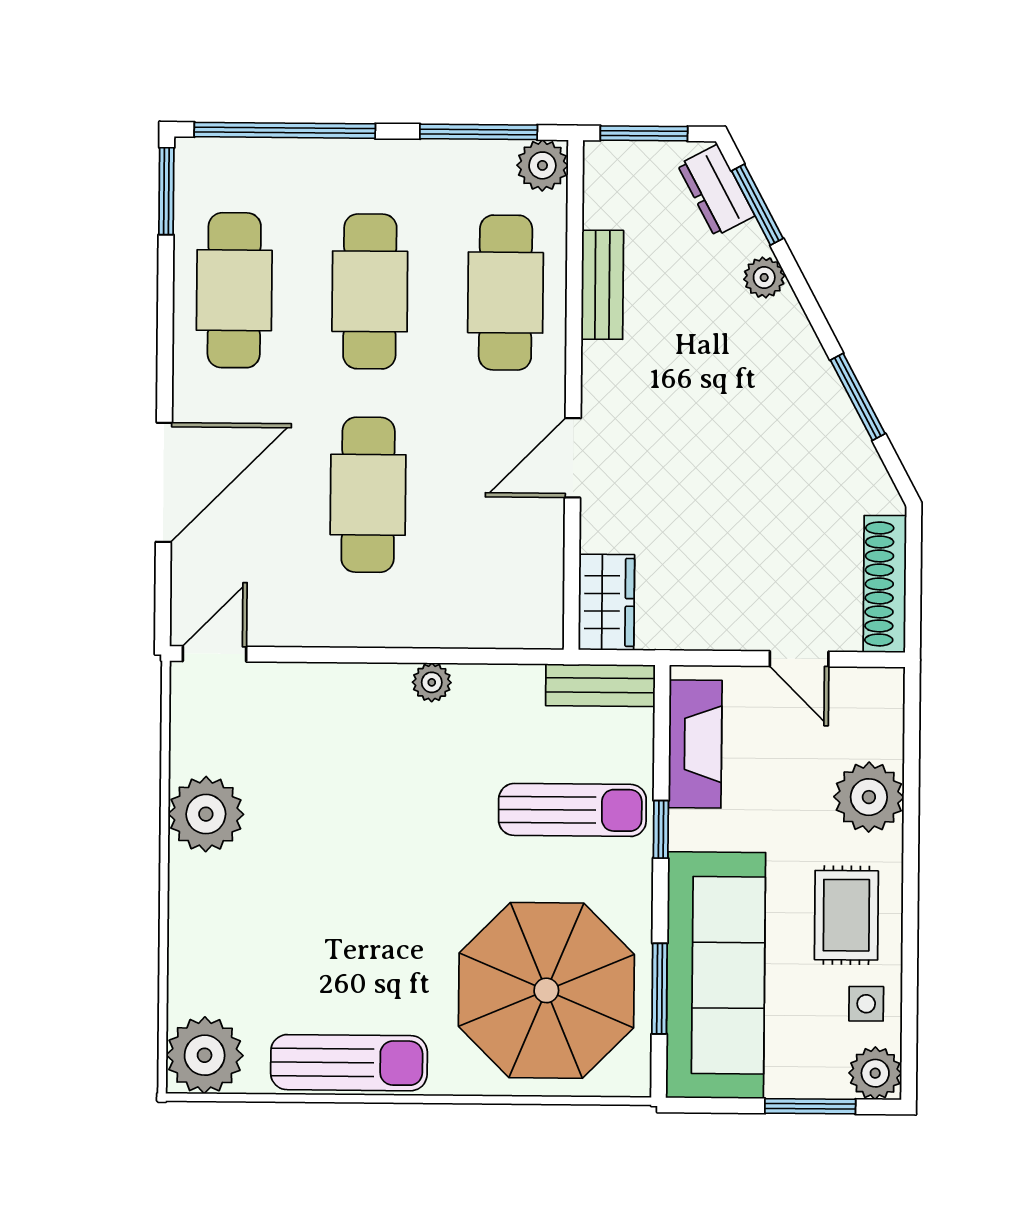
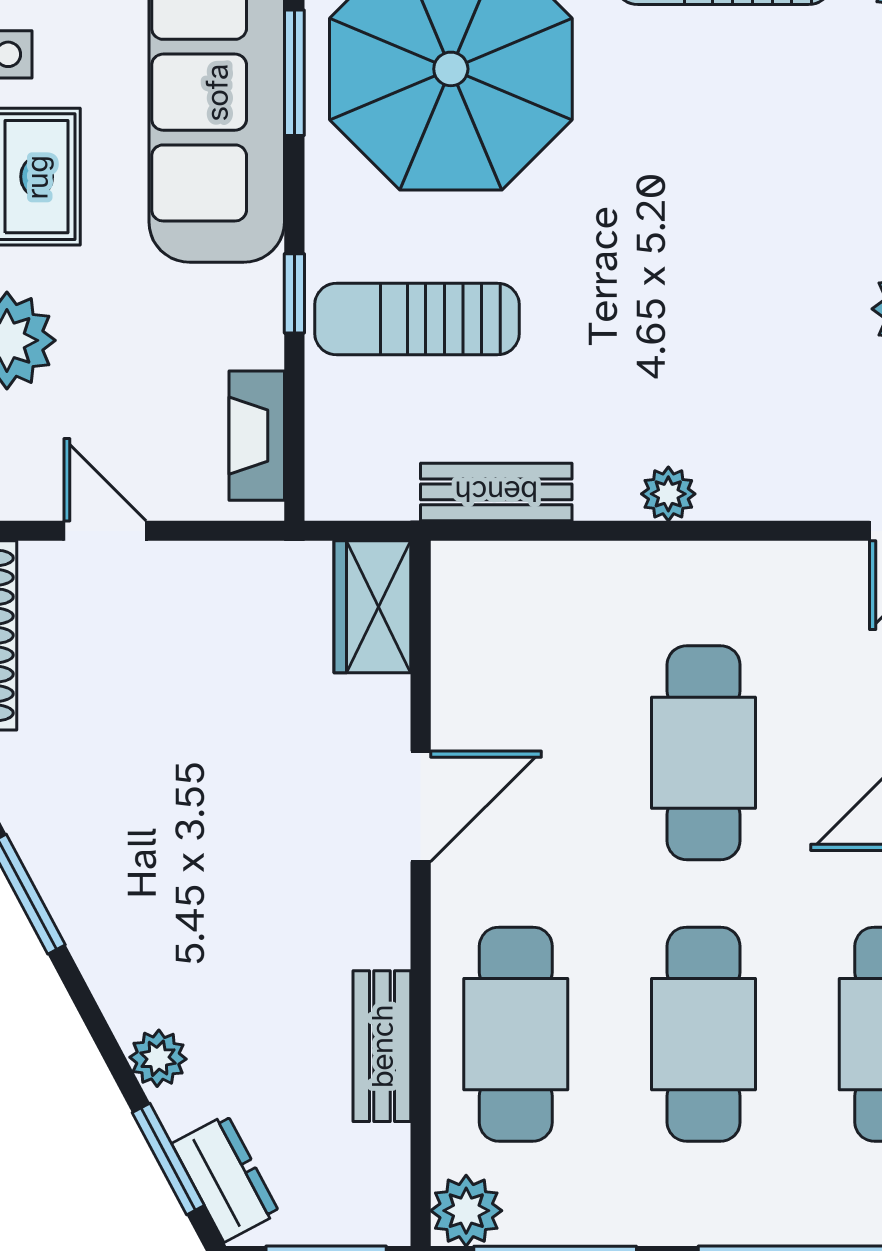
plant: (432, 682) -> (668, 494), moved
bench: (600, 685) -> (496, 492), moved
fireplace: (695, 744) -> (257, 436), width x0.73, depth x0.76

